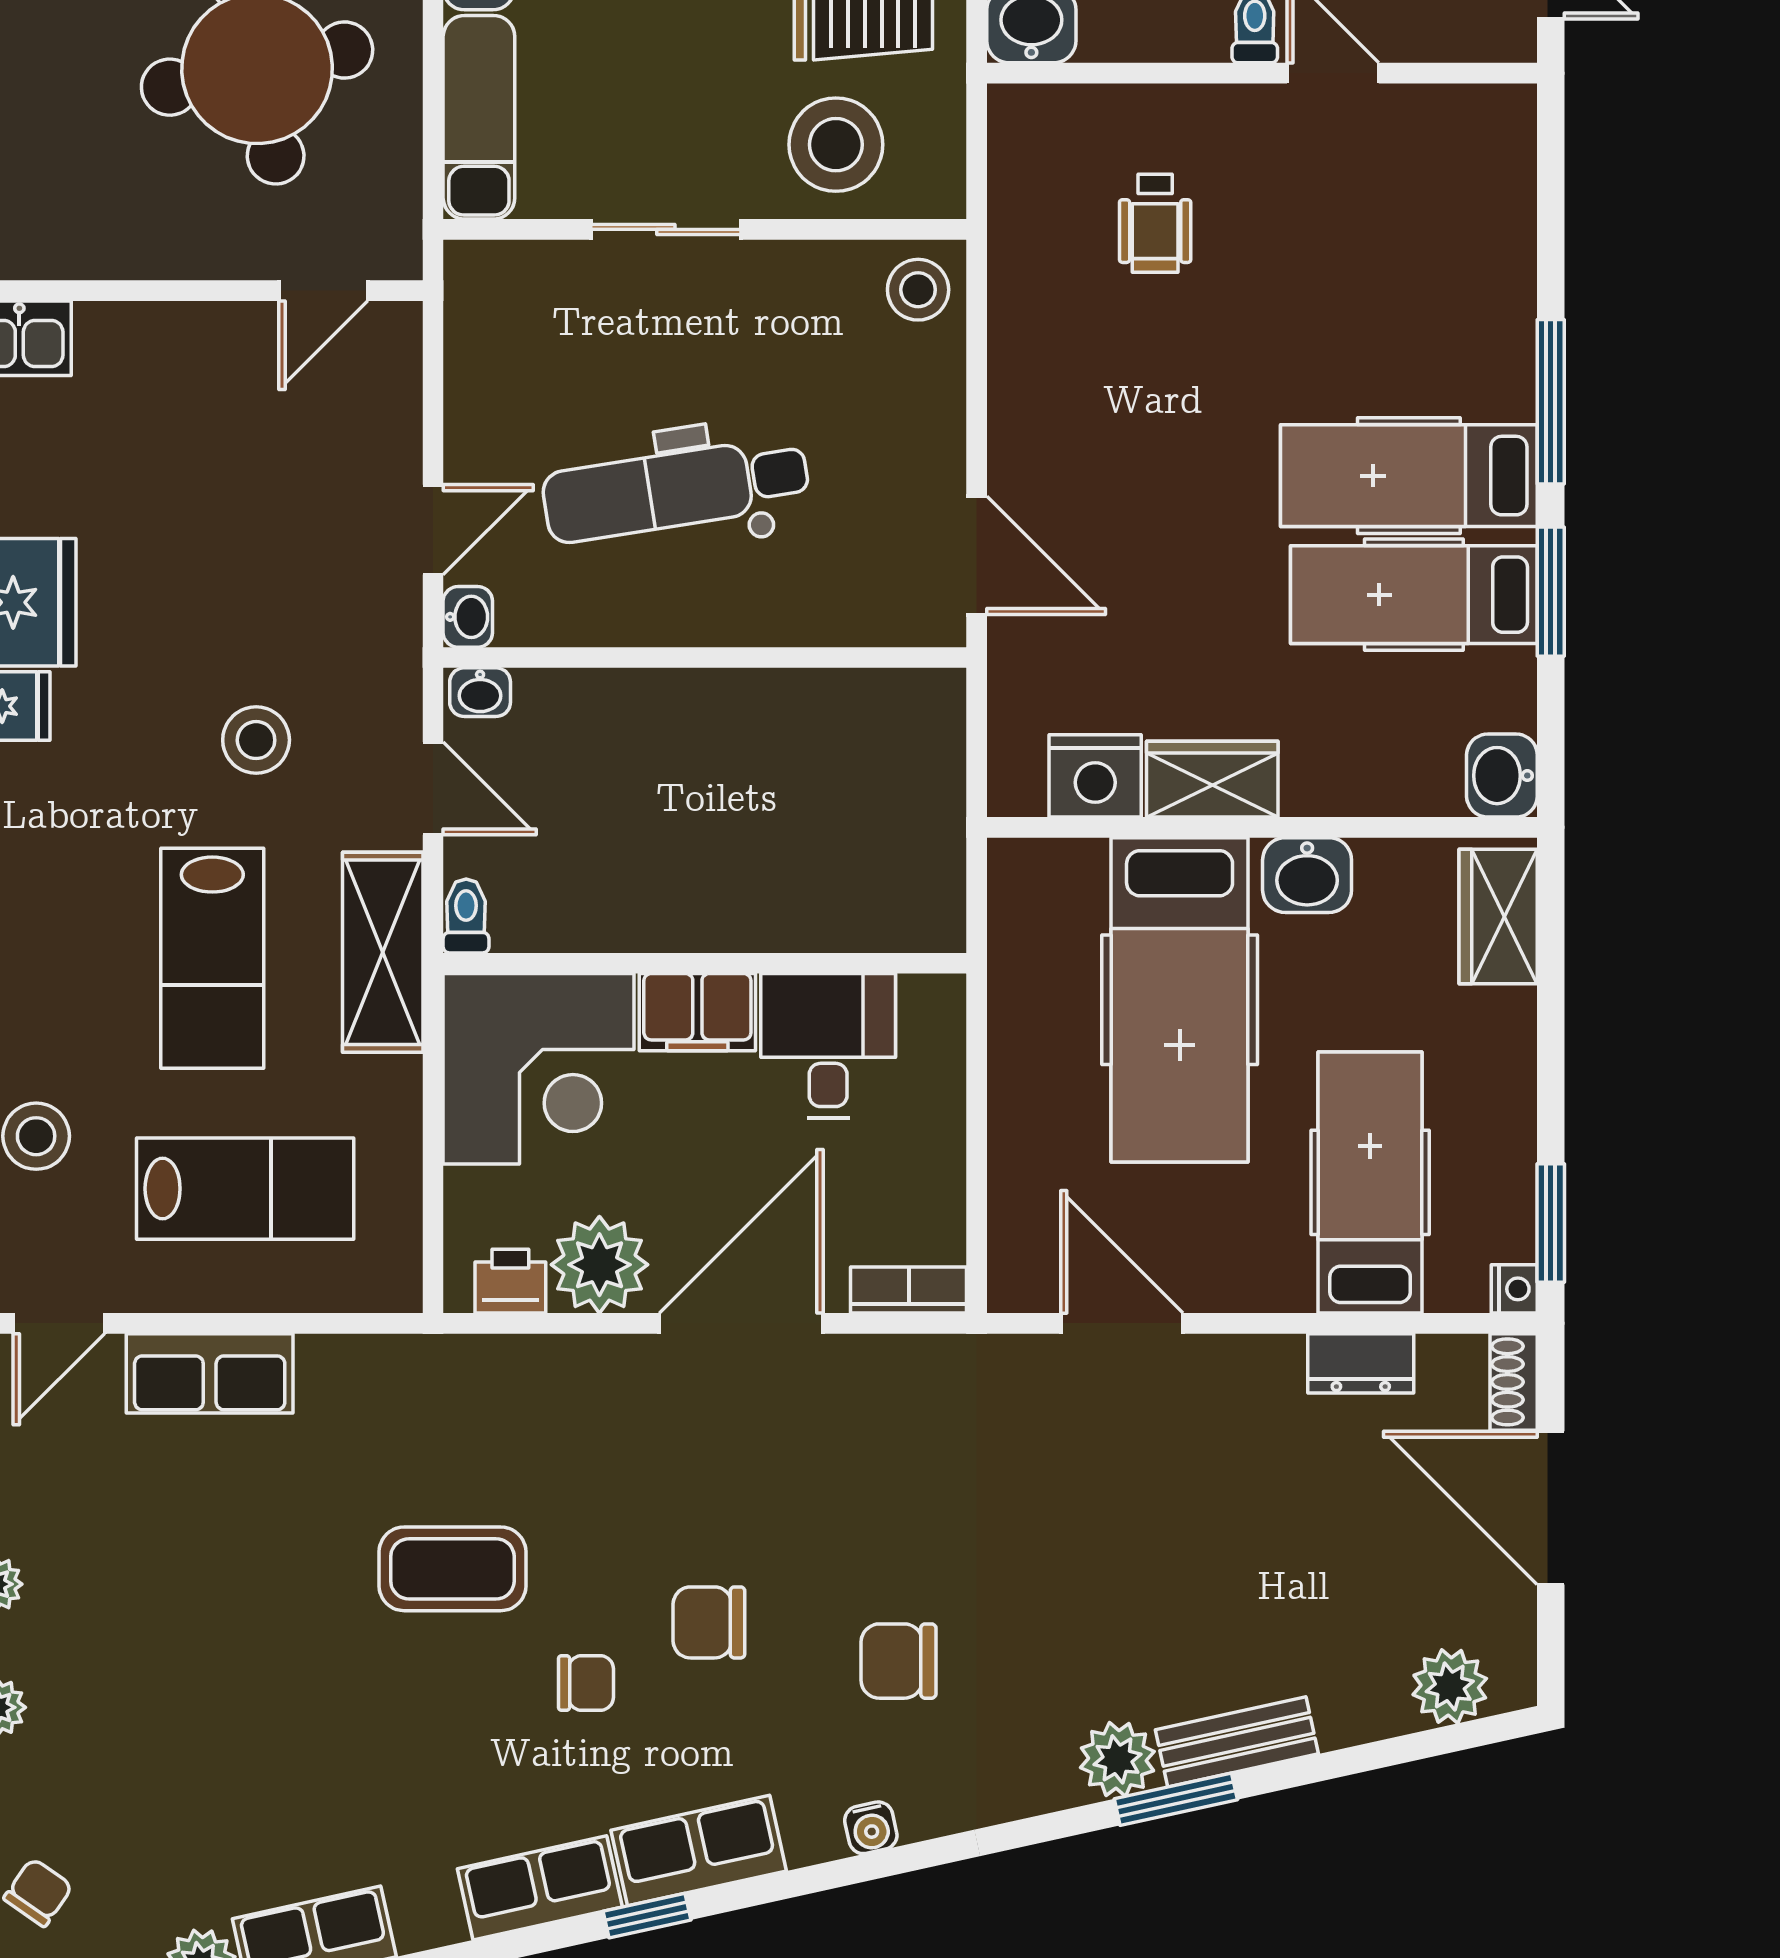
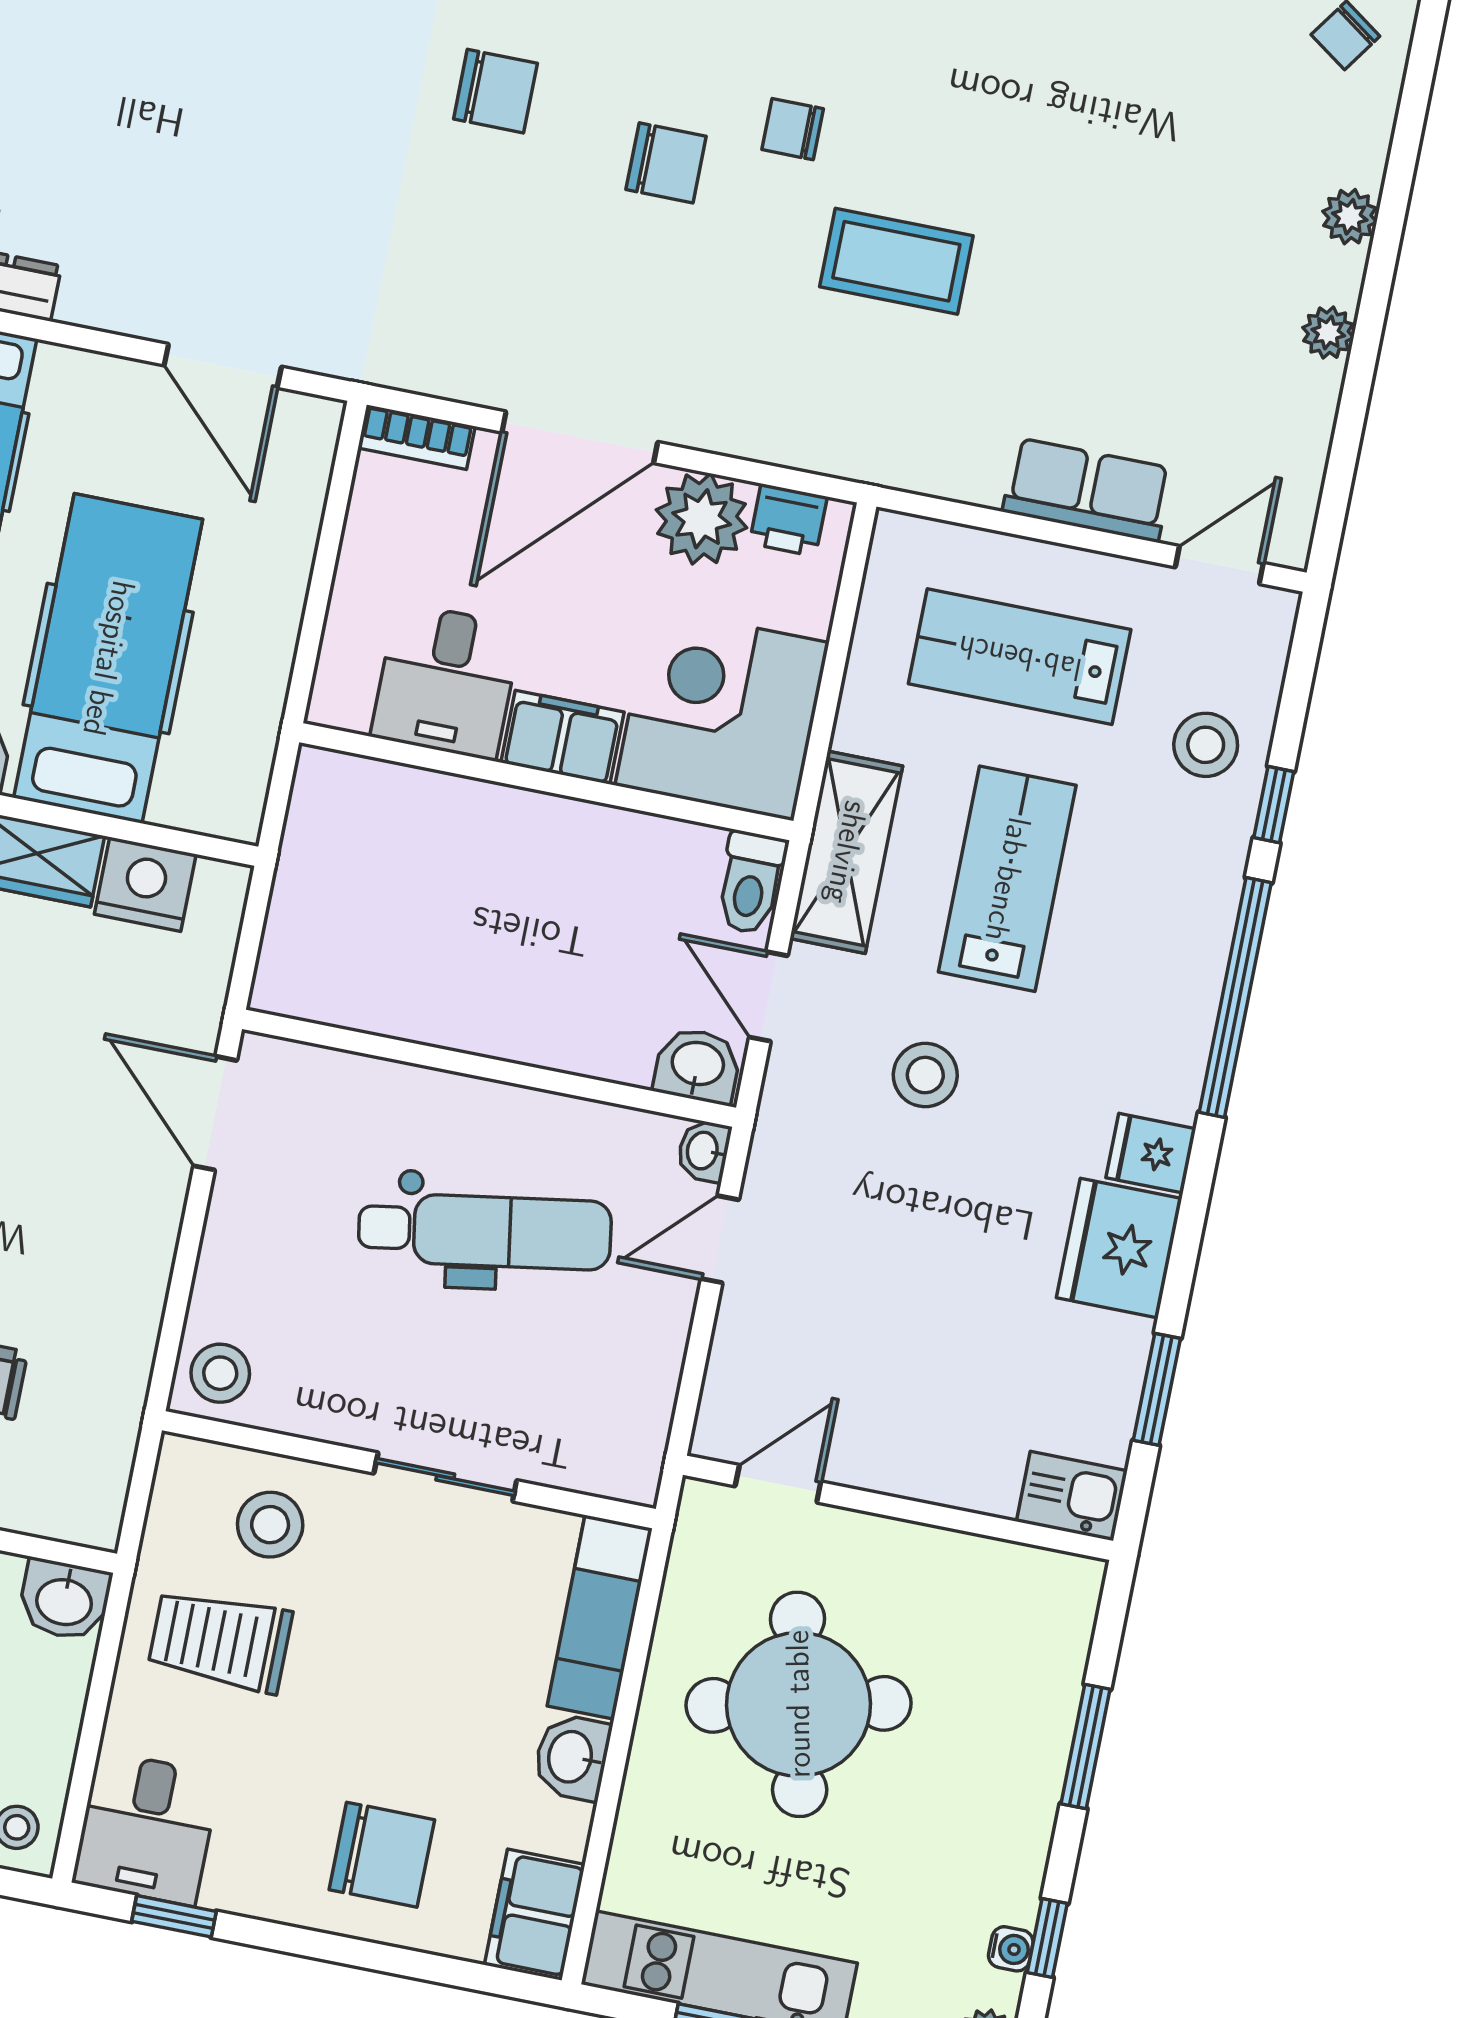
stool: (836, 145) -> (270, 1525), width x0.73, depth x0.73
washbasin: (480, 692) -> (697, 1065), width x1.38, depth x1.45
toilet: (466, 916) -> (751, 883), width x1.37, depth x1.39

